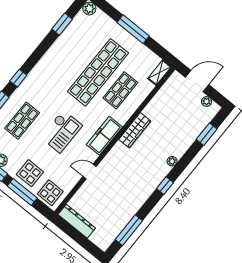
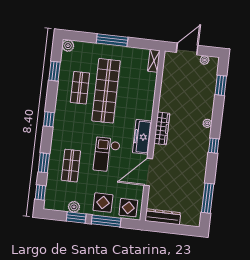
window: (18, 78) -> (49, 119), moved
shop shelf: (120, 90) -> (80, 88), moved
wardrobe: (135, 130) -> (162, 128), moved
checkout: (61, 131) -> (107, 155), turned 180
door: (89, 172) -> (148, 172), width x1.87

